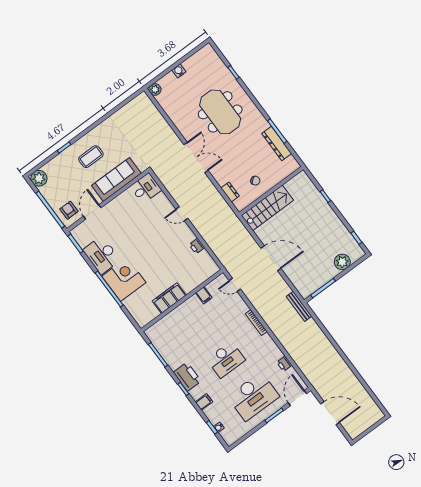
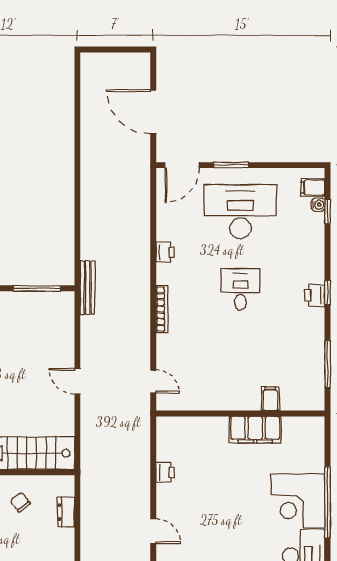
door: (271, 258) -> (77, 381), width x0.53
filing cabinet: (204, 295) -> (270, 399), moved
desk: (226, 360) -> (240, 289), width x0.73
printer: (284, 364) -> (165, 252), moved
printer: (187, 377) -> (315, 295), width x0.53, depth x0.68
filing cabinet: (204, 402) -> (313, 188), moved

